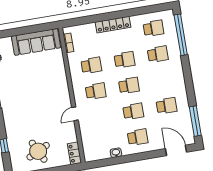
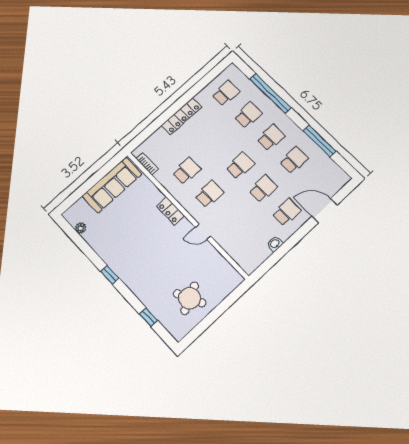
window: (181, 35) -> (270, 93), moved
school desk: (125, 60) -> (271, 137), moved
door: (75, 114) -> (203, 232), hinge flipped
window: (195, 121) -> (319, 141), moved
door: (176, 150) -> (325, 211), moved
locker: (74, 153) -> (170, 211), moved

